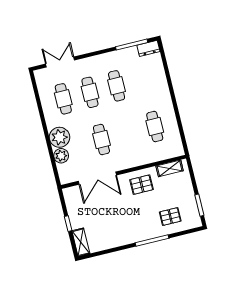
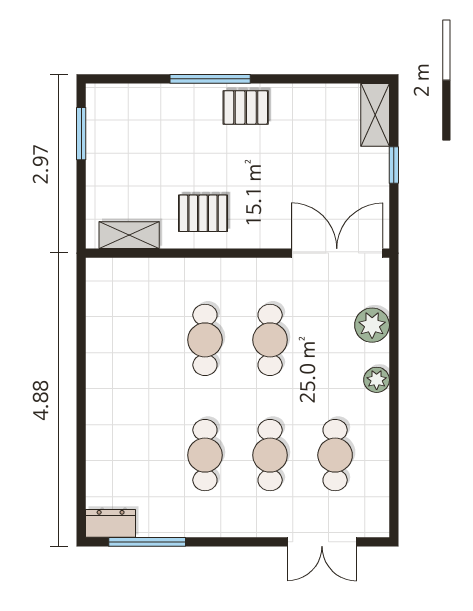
cafe table: (155, 127) -> (205, 340), moved
plant: (59, 137) -> (377, 380), width x0.53, depth x0.53
double door: (97, 178) -> (337, 253), moved
pallet: (170, 217) -> (246, 107), moved

